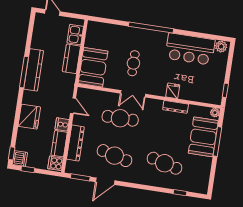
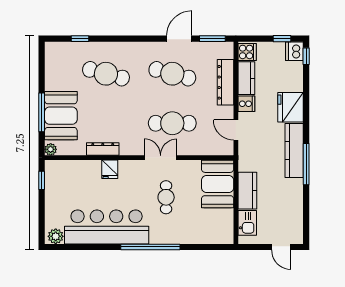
bar counter: (190, 49) -> (107, 227), width x1.36
kitchen counter: (34, 70) -> (294, 150), moved

